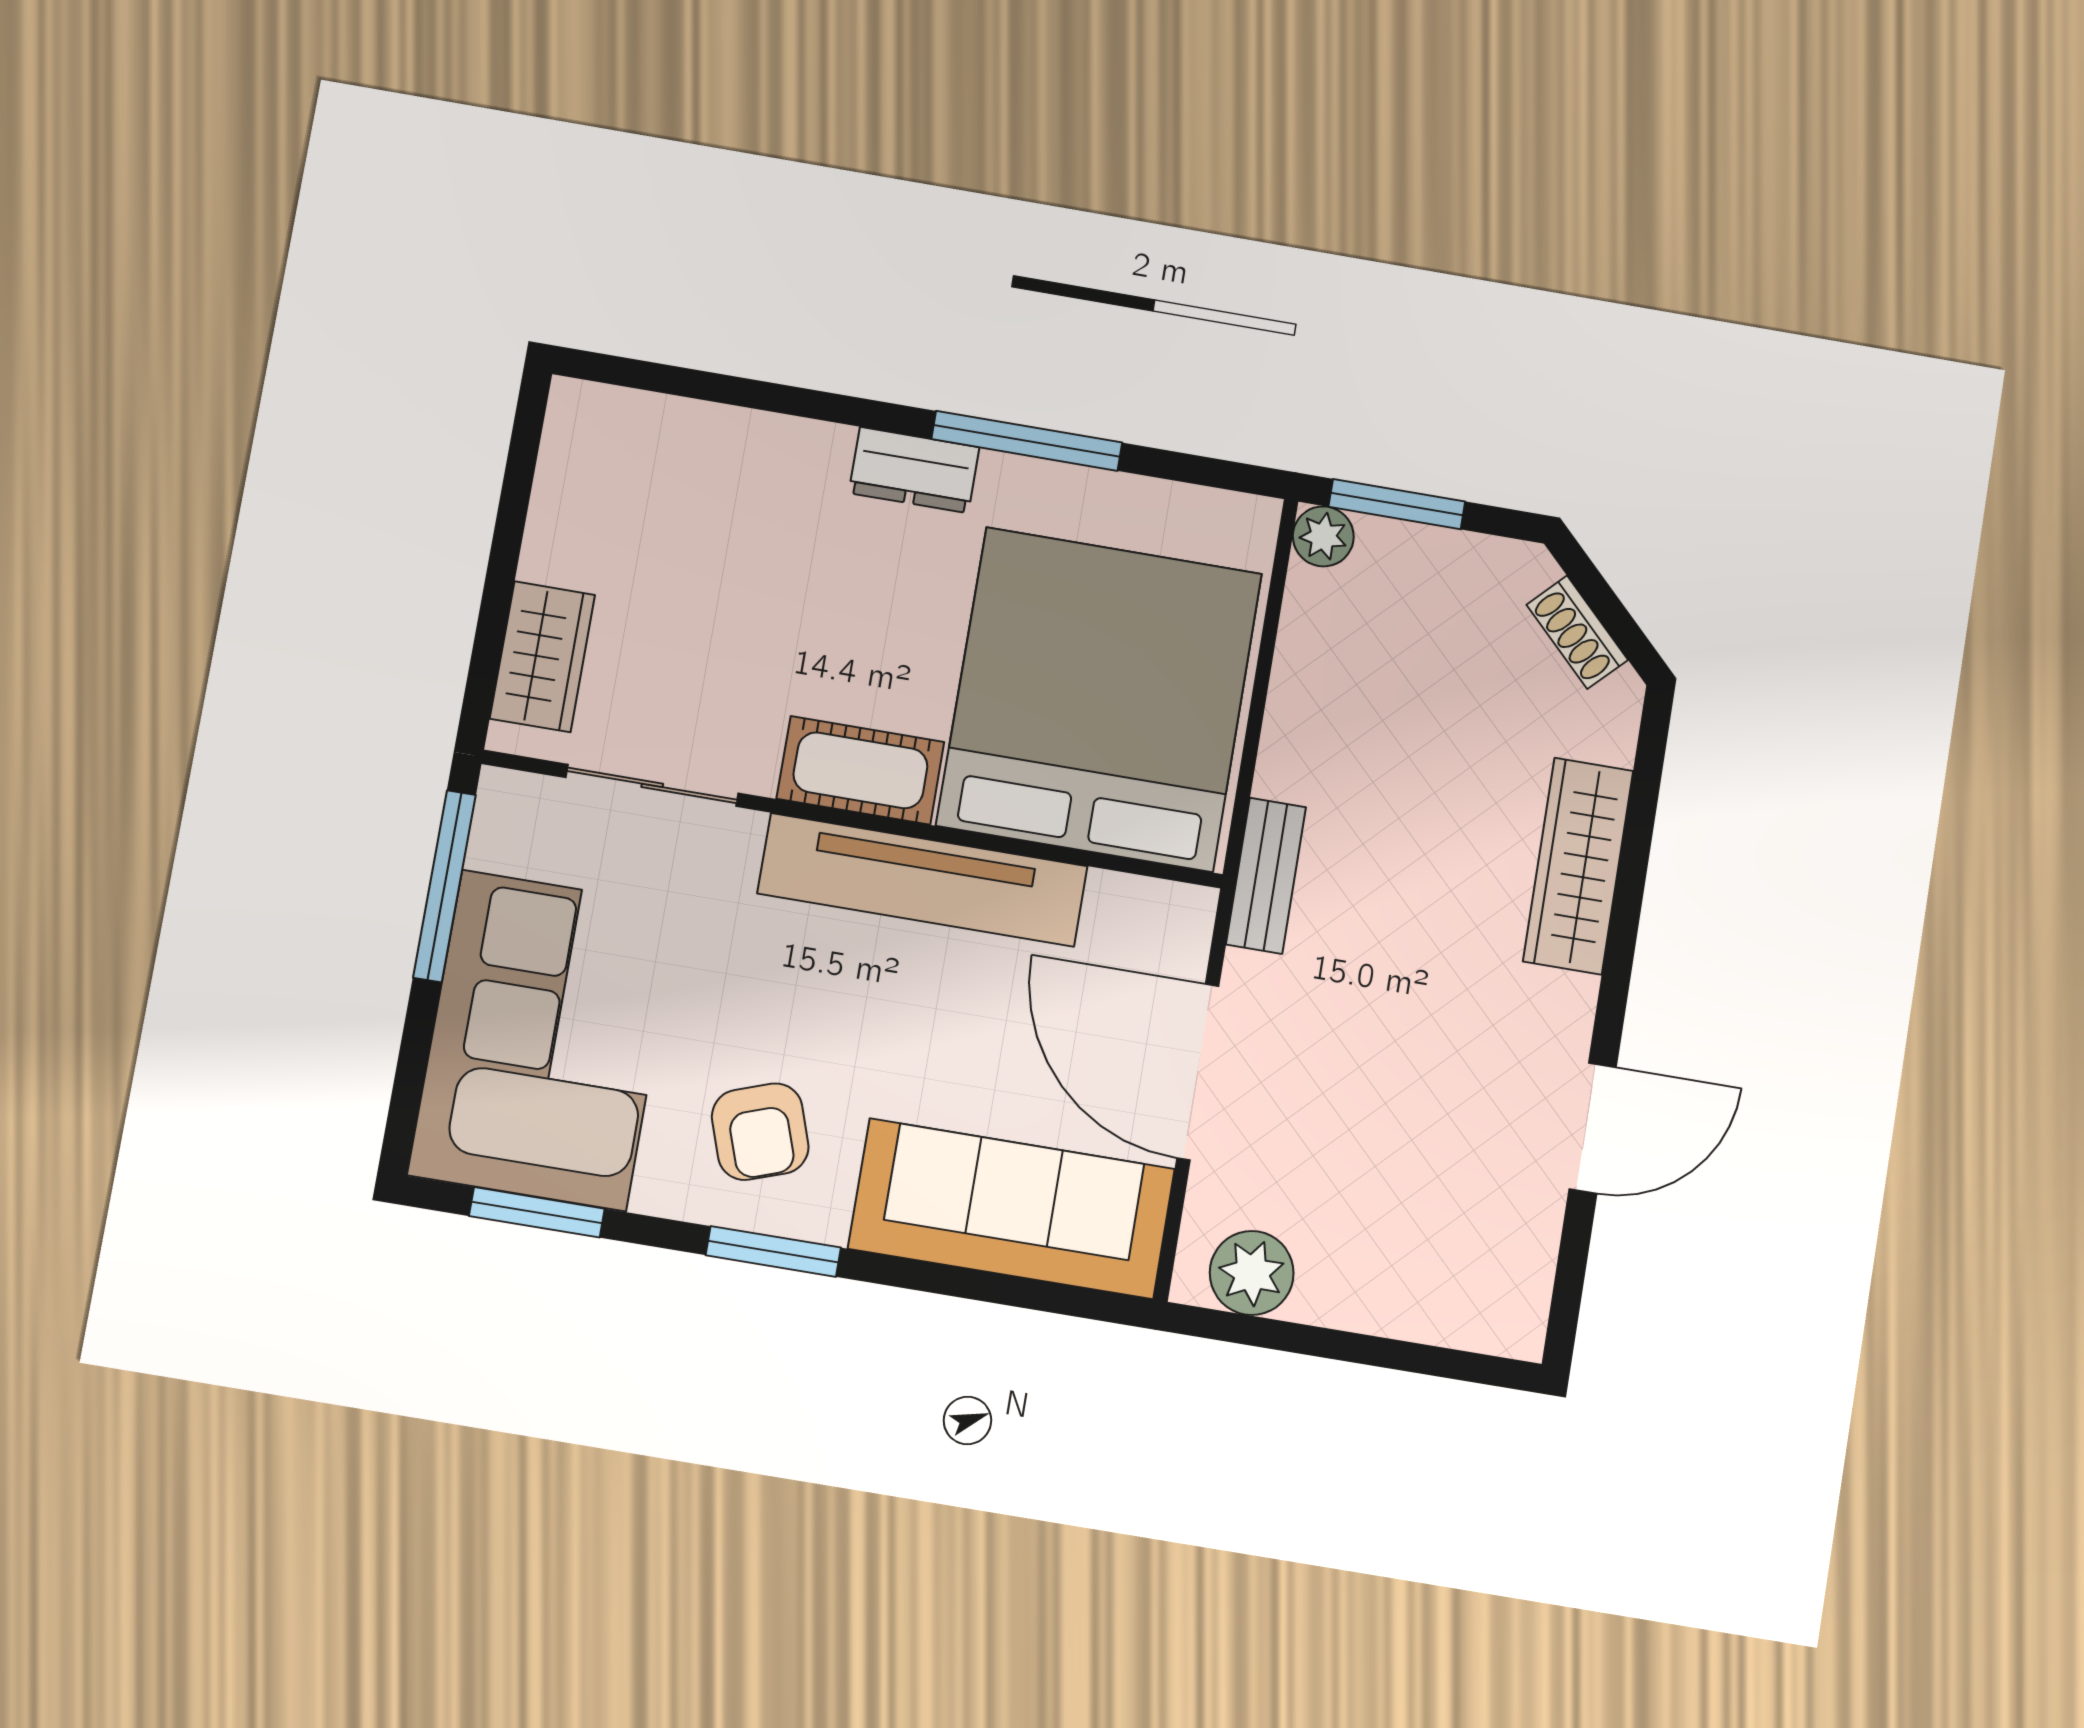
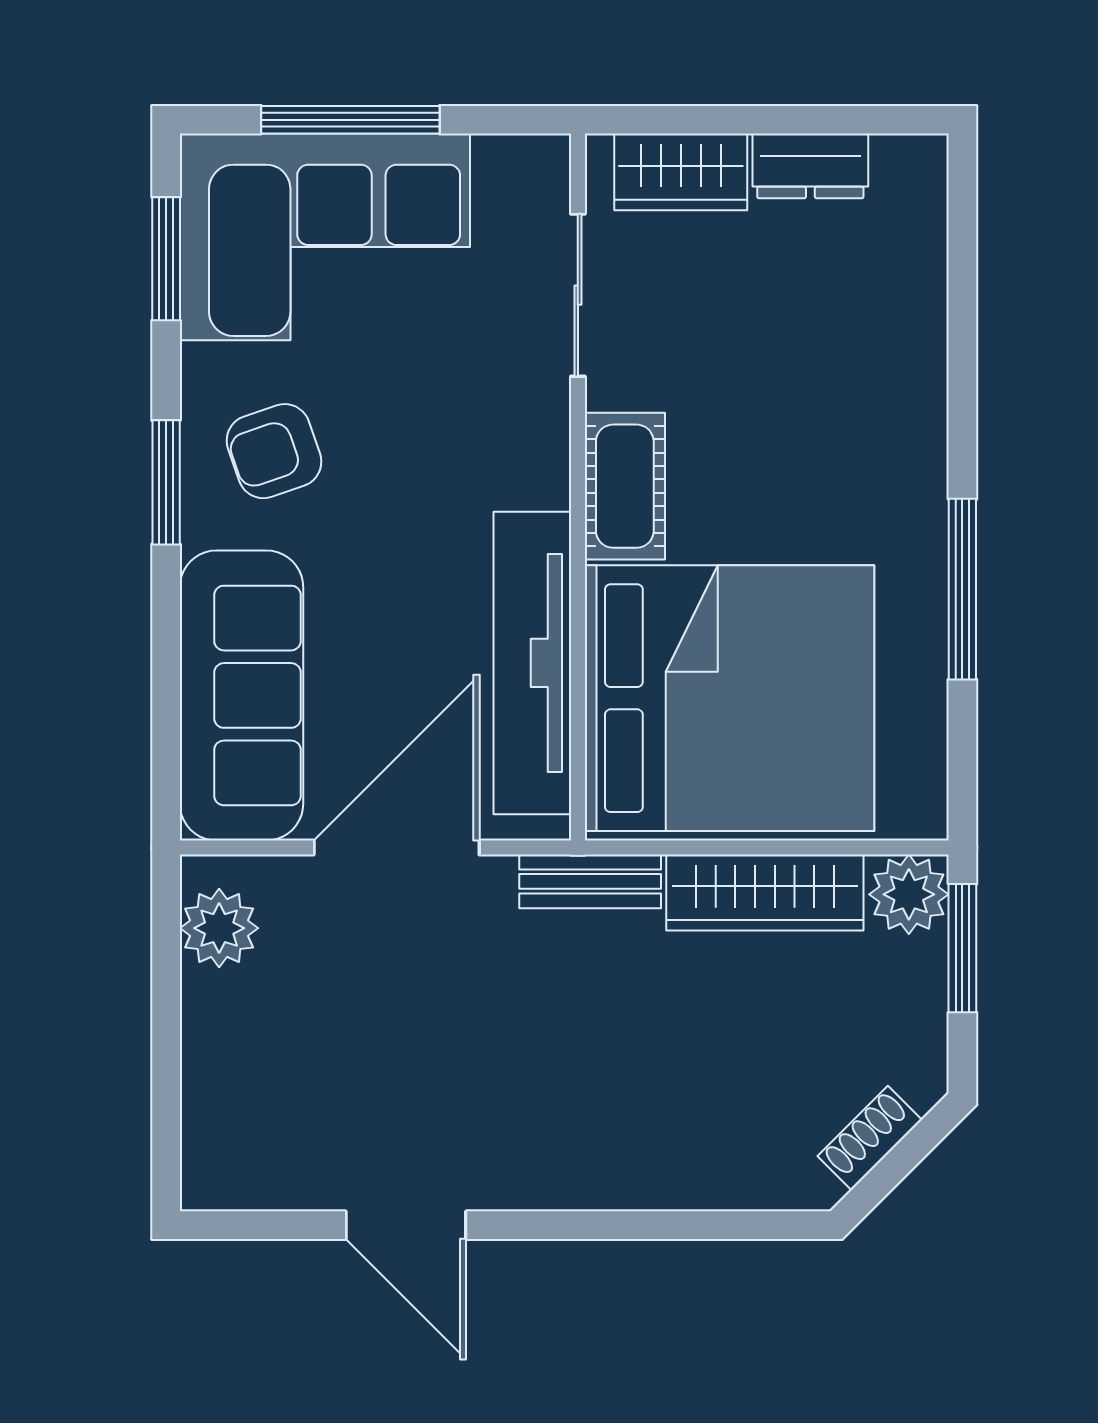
dresser: (914, 470) -> (810, 166), moved, turned -90
plant: (1323, 536) -> (909, 894), width x1.38, depth x1.38
wardrobe: (1578, 866) -> (765, 892), moved, turned 180
tv unit: (923, 880) -> (532, 663), moved
window: (444, 886) -> (350, 120), moved

